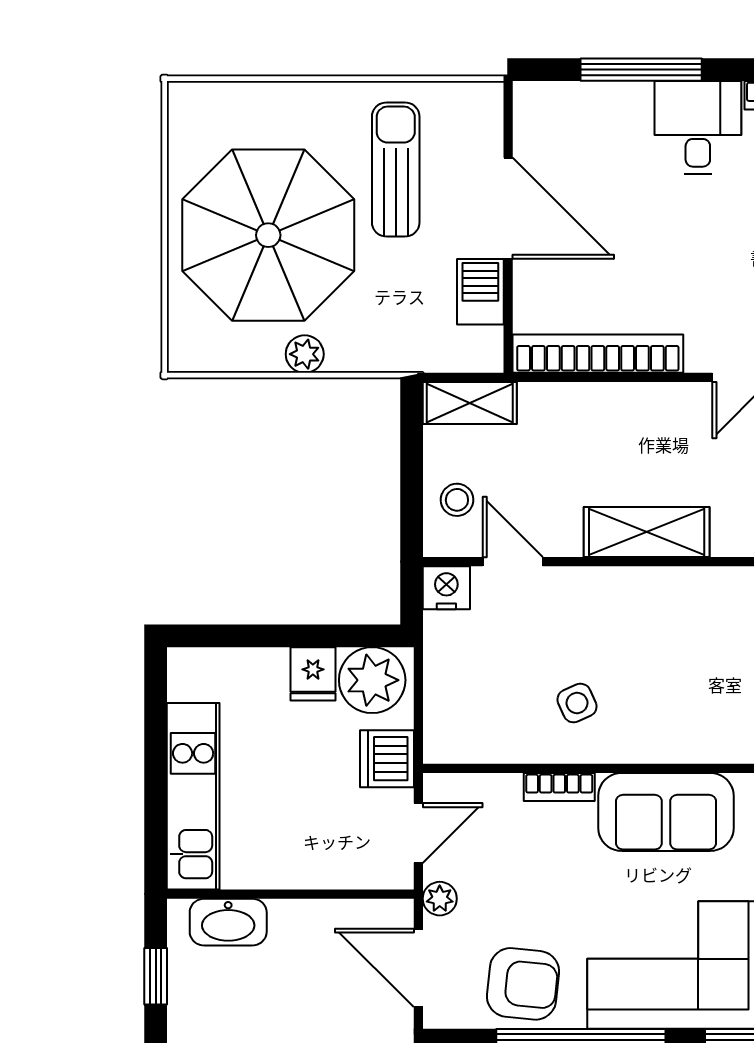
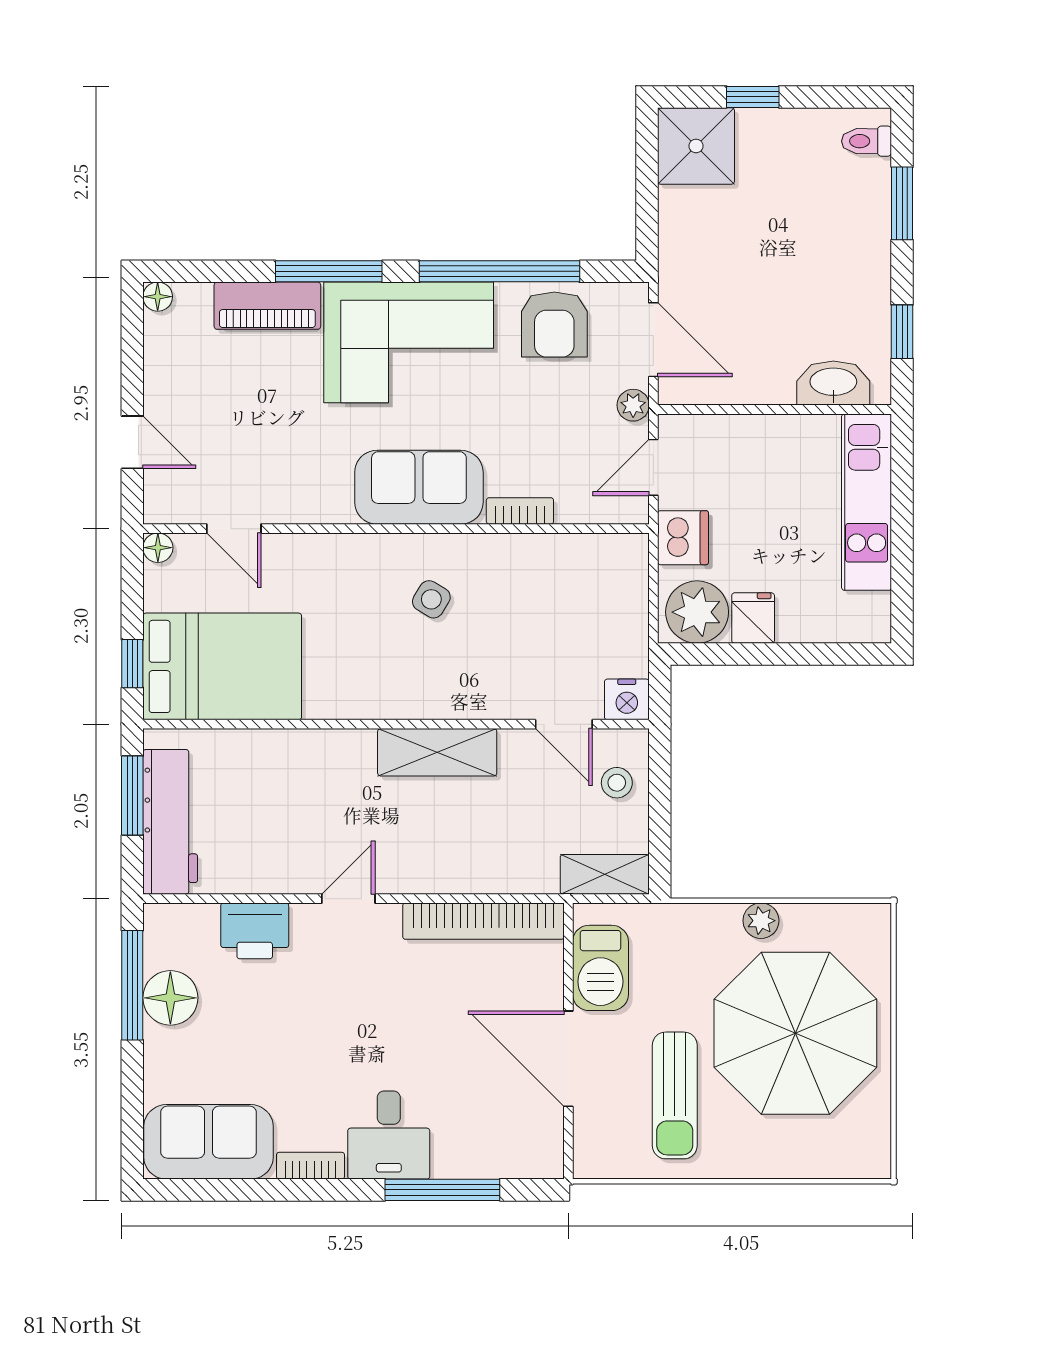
barbecue: (480, 292) -> (600, 968), width x1.38, depth x1.27
side table: (577, 703) -> (431, 599), moved, turned -35
armchair: (523, 984) -> (554, 325), turned -96

